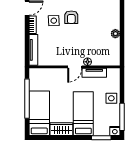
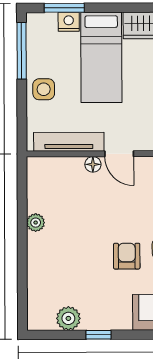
door: (75, 67) -> (119, 154), swing flipped
tv unit: (94, 73) -> (69, 142), width x1.41
nightstand: (115, 131) -> (69, 22), moved

